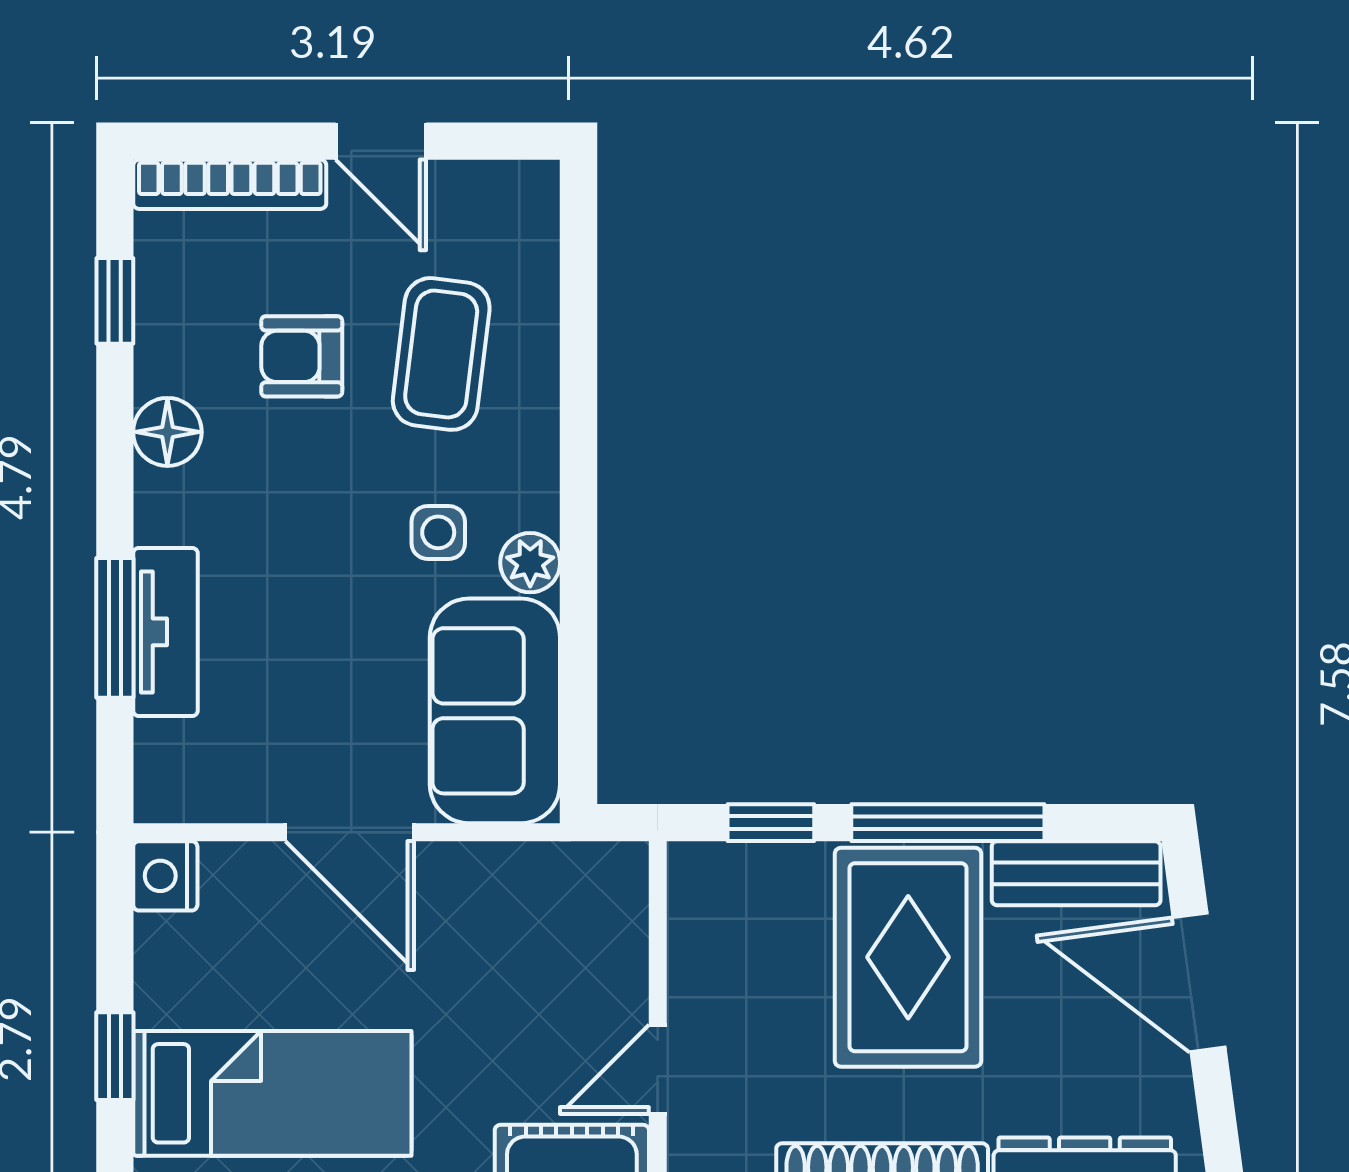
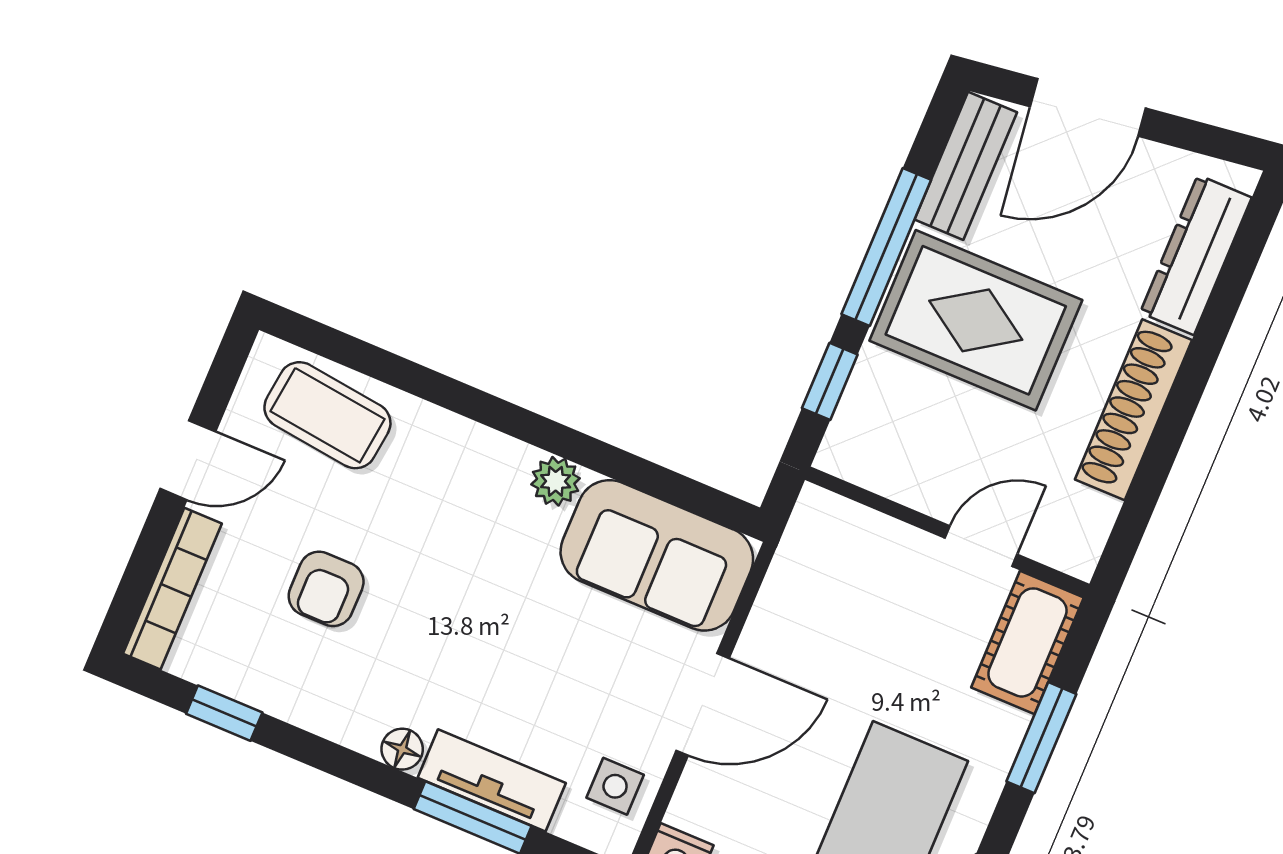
coffee table: (441, 354) -> (327, 415), moved
floor lamp: (167, 432) -> (402, 749), moved, width x0.73, depth x0.73
side table: (438, 532) -> (615, 786), moved
door: (658, 1069) -> (981, 546), swing flipped

